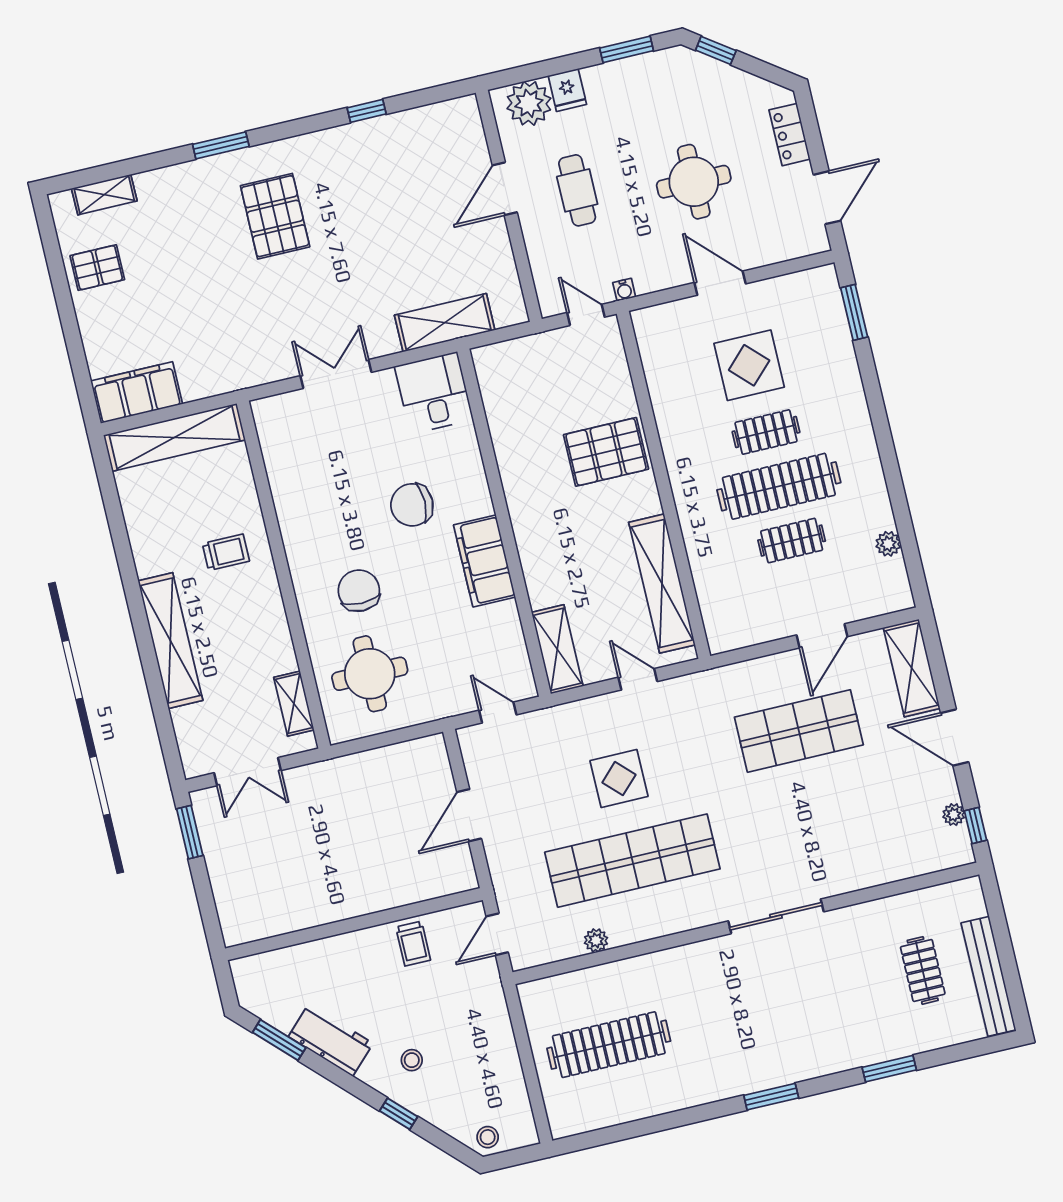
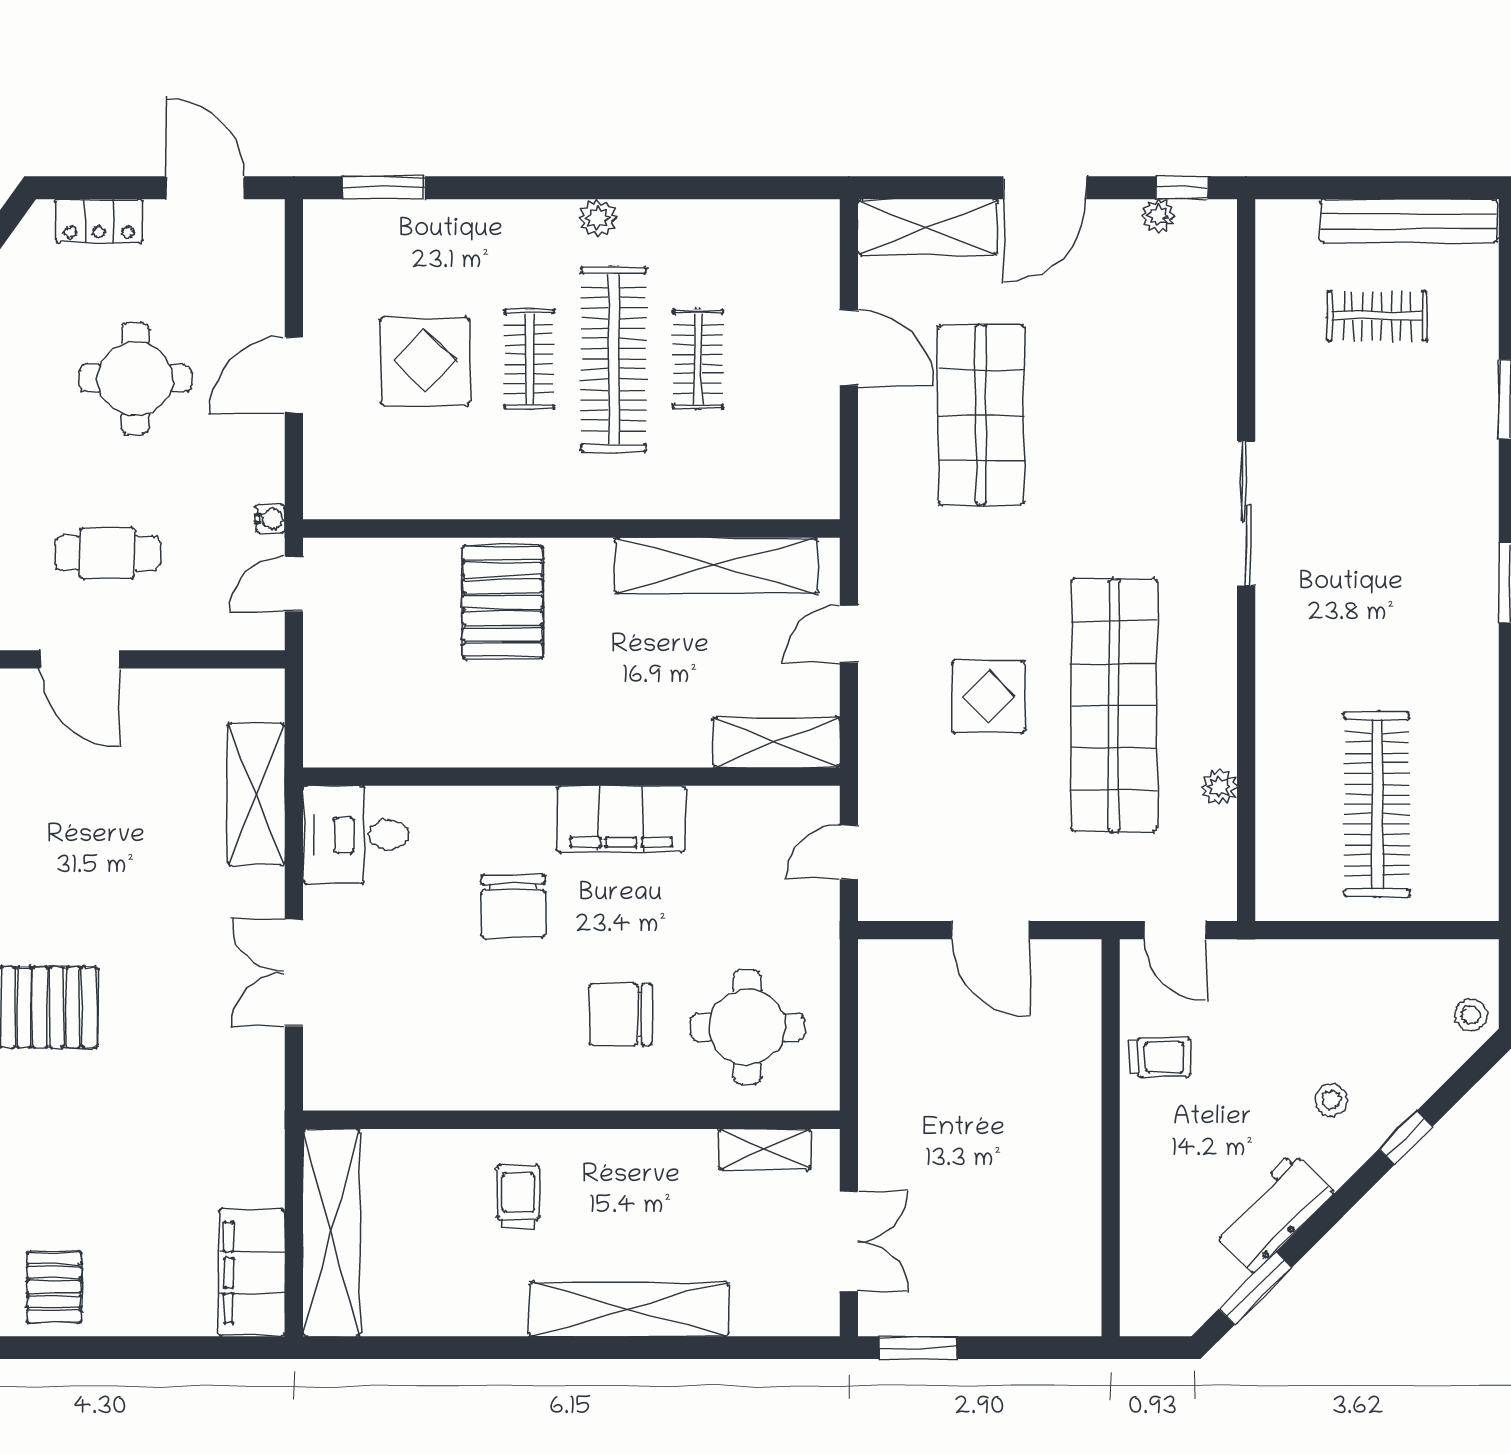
plant: (888, 544) -> (598, 218), moved

